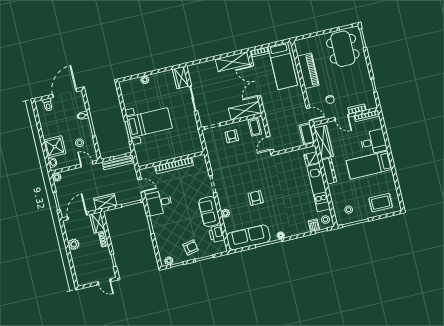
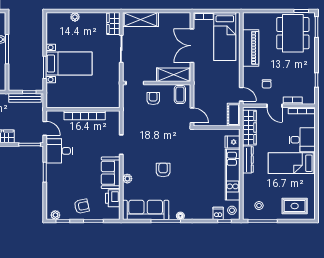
shelving: (233, 62) -> (141, 19), moved
door: (270, 143) -> (192, 115), swing flipped

